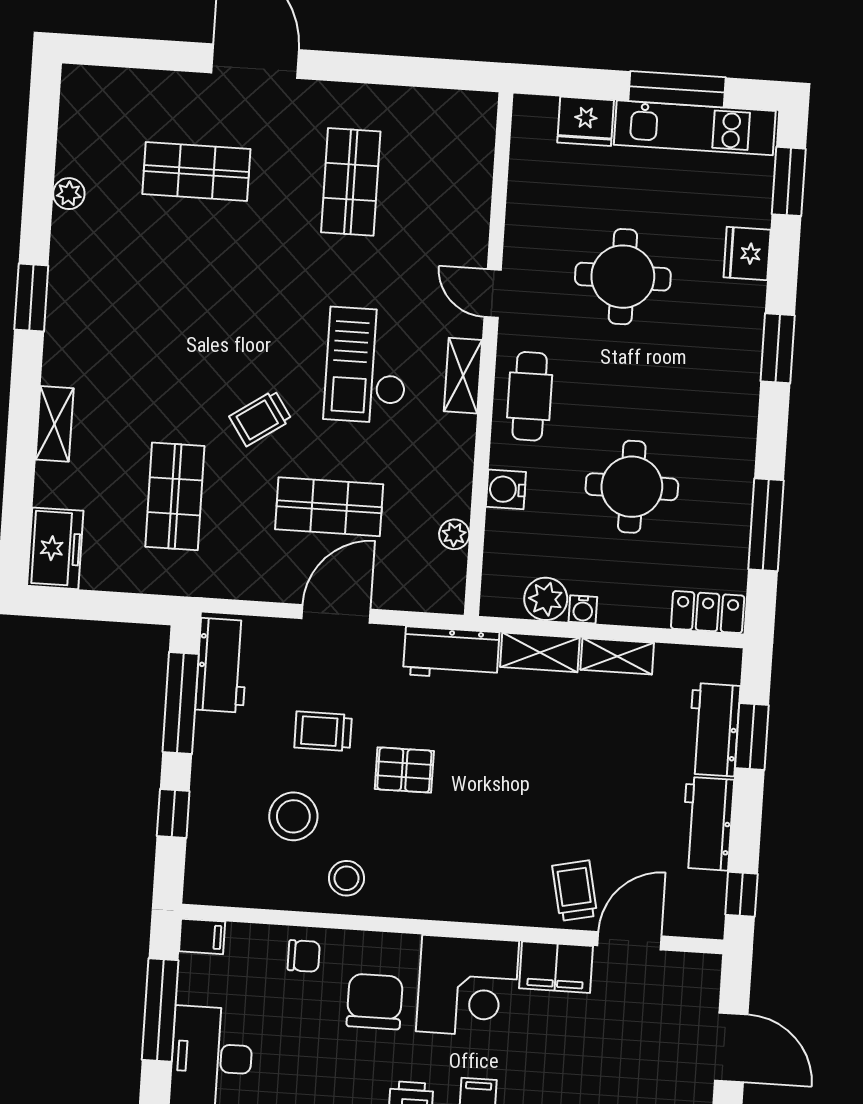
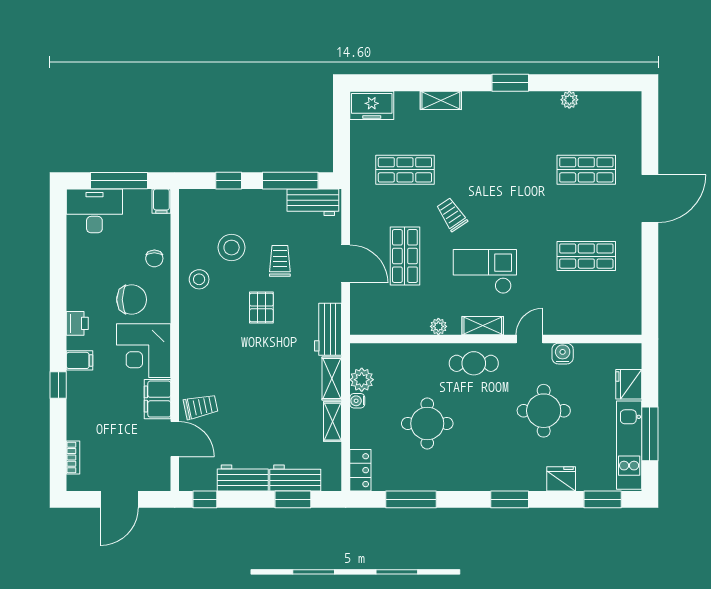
shop shelf: (196, 172) -> (586, 170), turned 90
water cooler: (506, 489) -> (563, 354), moved
plant: (454, 534) -> (438, 326), moved

